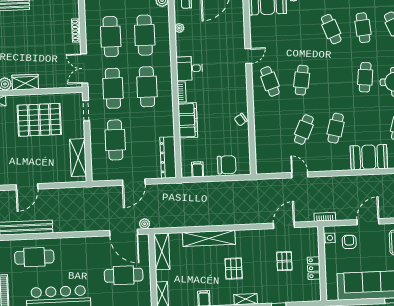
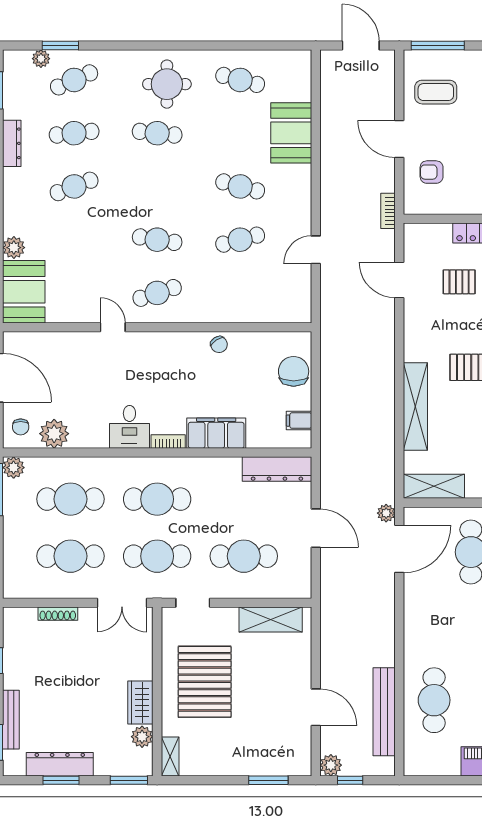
plant: (179, 28) -> (54, 434), width x1.88, depth x1.88
cafe table: (304, 130) -> (240, 240), turned -39
side table: (330, 238) -> (424, 204), removed

